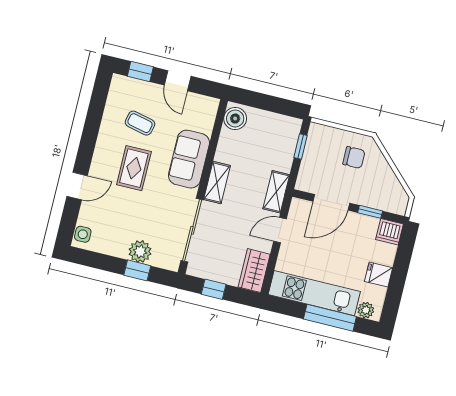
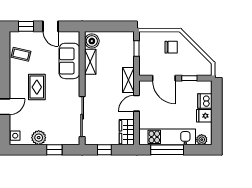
coffee table: (140, 123) -> (21, 54), moved
sofa: (189, 159) -> (69, 61), moved
shelving: (217, 183) -> (90, 62), moved
door: (331, 202) -> (164, 78), hinge flipped
dishwasher: (389, 232) -> (205, 101), moved, turned 90
plant: (140, 251) -> (39, 138), moved
window: (330, 318) -> (167, 150), moved

